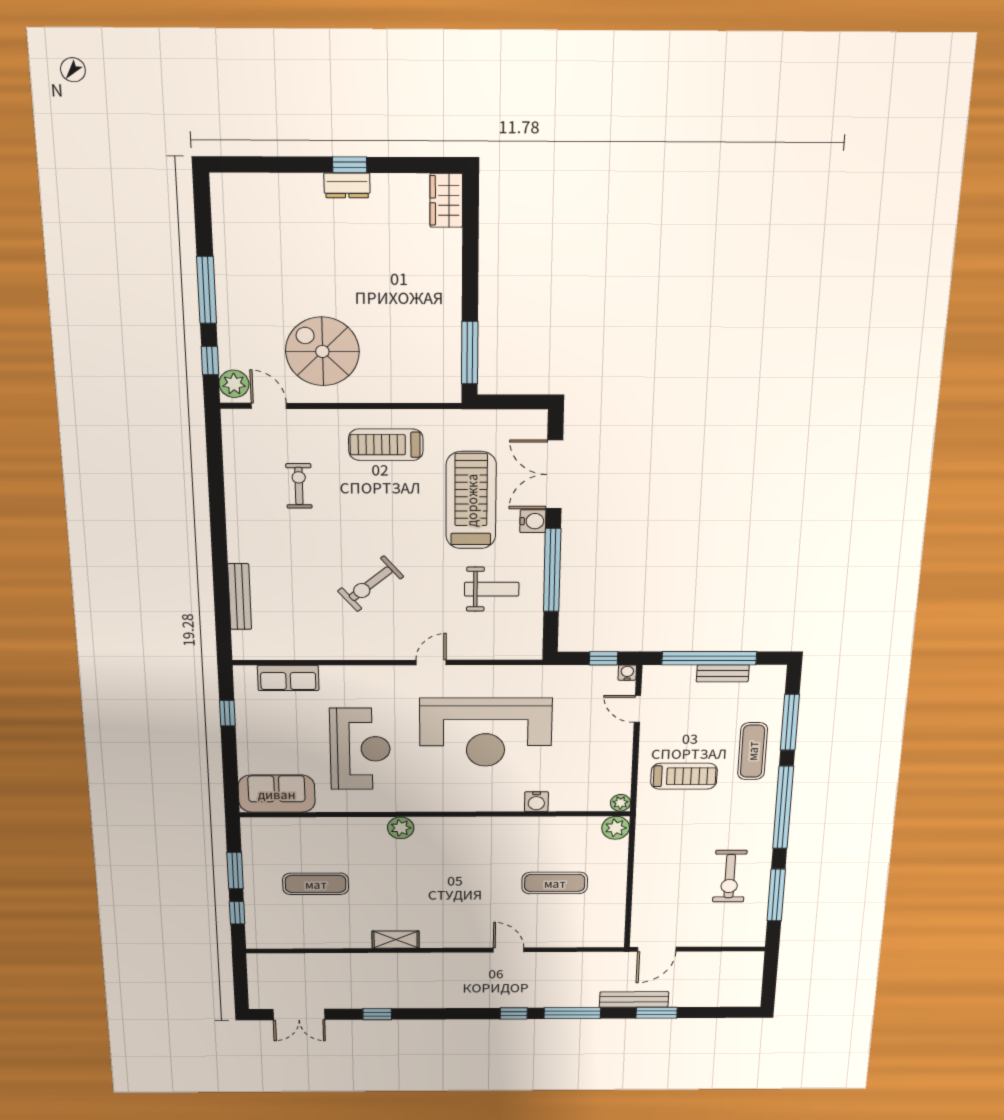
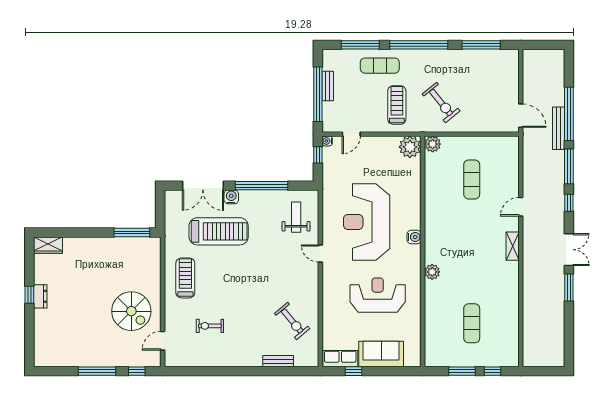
spiral stairs: (322, 351) -> (131, 311), turned -90
plant: (234, 384) -> (150, 359), removed
treadmill: (386, 445) -> (185, 278), turned 180
treadmill: (471, 500) -> (219, 231), turned 180
exercise bike: (371, 584) -> (292, 321), moved
weight bench: (492, 589) -> (296, 217), moved
bench: (240, 597) -> (278, 361), width x0.73
row of seats: (288, 678) -> (340, 359), moved, turned -90
reception desk: (486, 732) -> (367, 222), turned 180
sofa: (277, 794) -> (381, 354), moved, turned 90
water cooler: (536, 802) -> (414, 237), moved
plant: (620, 803) -> (410, 147), width x1.88, depth x1.88
exercise bike: (730, 876) -> (441, 102), moved, turned 51
shelving: (396, 940) -> (513, 246), moved
window: (657, 1013) -> (569, 114), width x2.11
window: (377, 1014) -> (569, 288), width x1.50
double door: (299, 1015) -> (569, 250), moved

